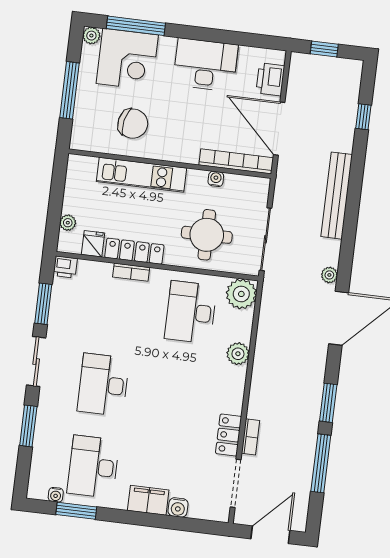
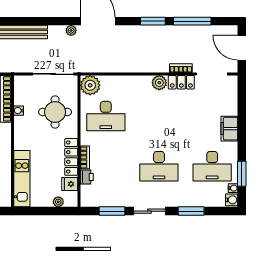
kitchen unit: (142, 175) -> (22, 179), moved
printer: (65, 267) -> (87, 177), moved
plant: (238, 354) -> (159, 83), moved
water cooler: (178, 507) -> (232, 200), moved

